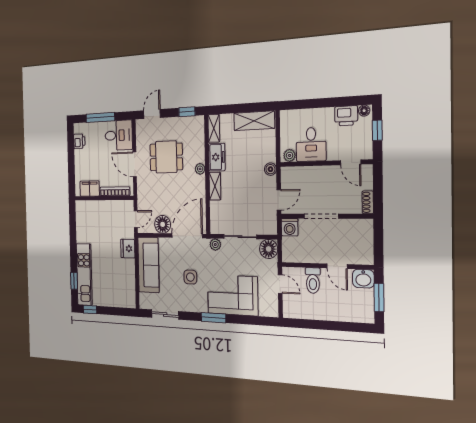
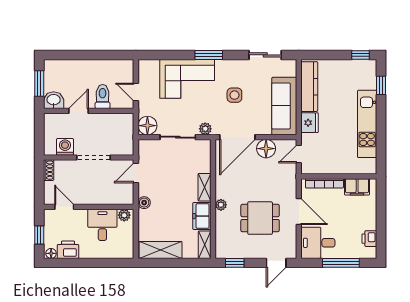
washing machine: (290, 227) -> (65, 147), moved
door: (337, 266) -> (79, 111), hinge flipped
kitchen unit: (84, 274) -> (367, 124), moved
kitchen counter: (129, 282) -> (309, 87), added

